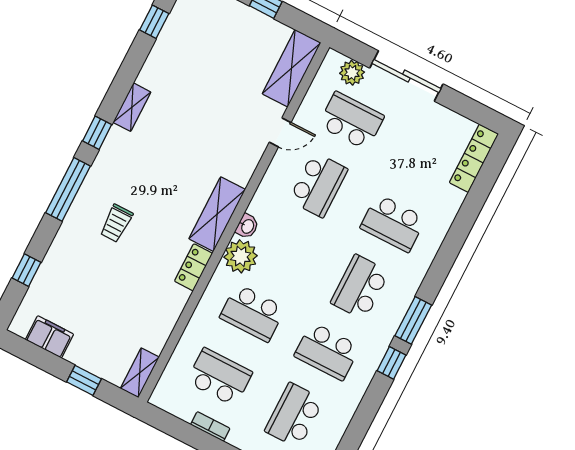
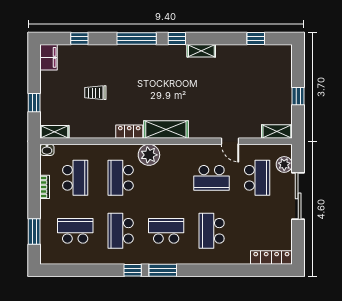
shelving: (291, 68) -> (277, 131), width x0.67, depth x0.75
trolley: (116, 223) -> (95, 93), moved
washbasin: (247, 226) -> (47, 150), moved
filing cabinet: (49, 337) -> (49, 57), moved

